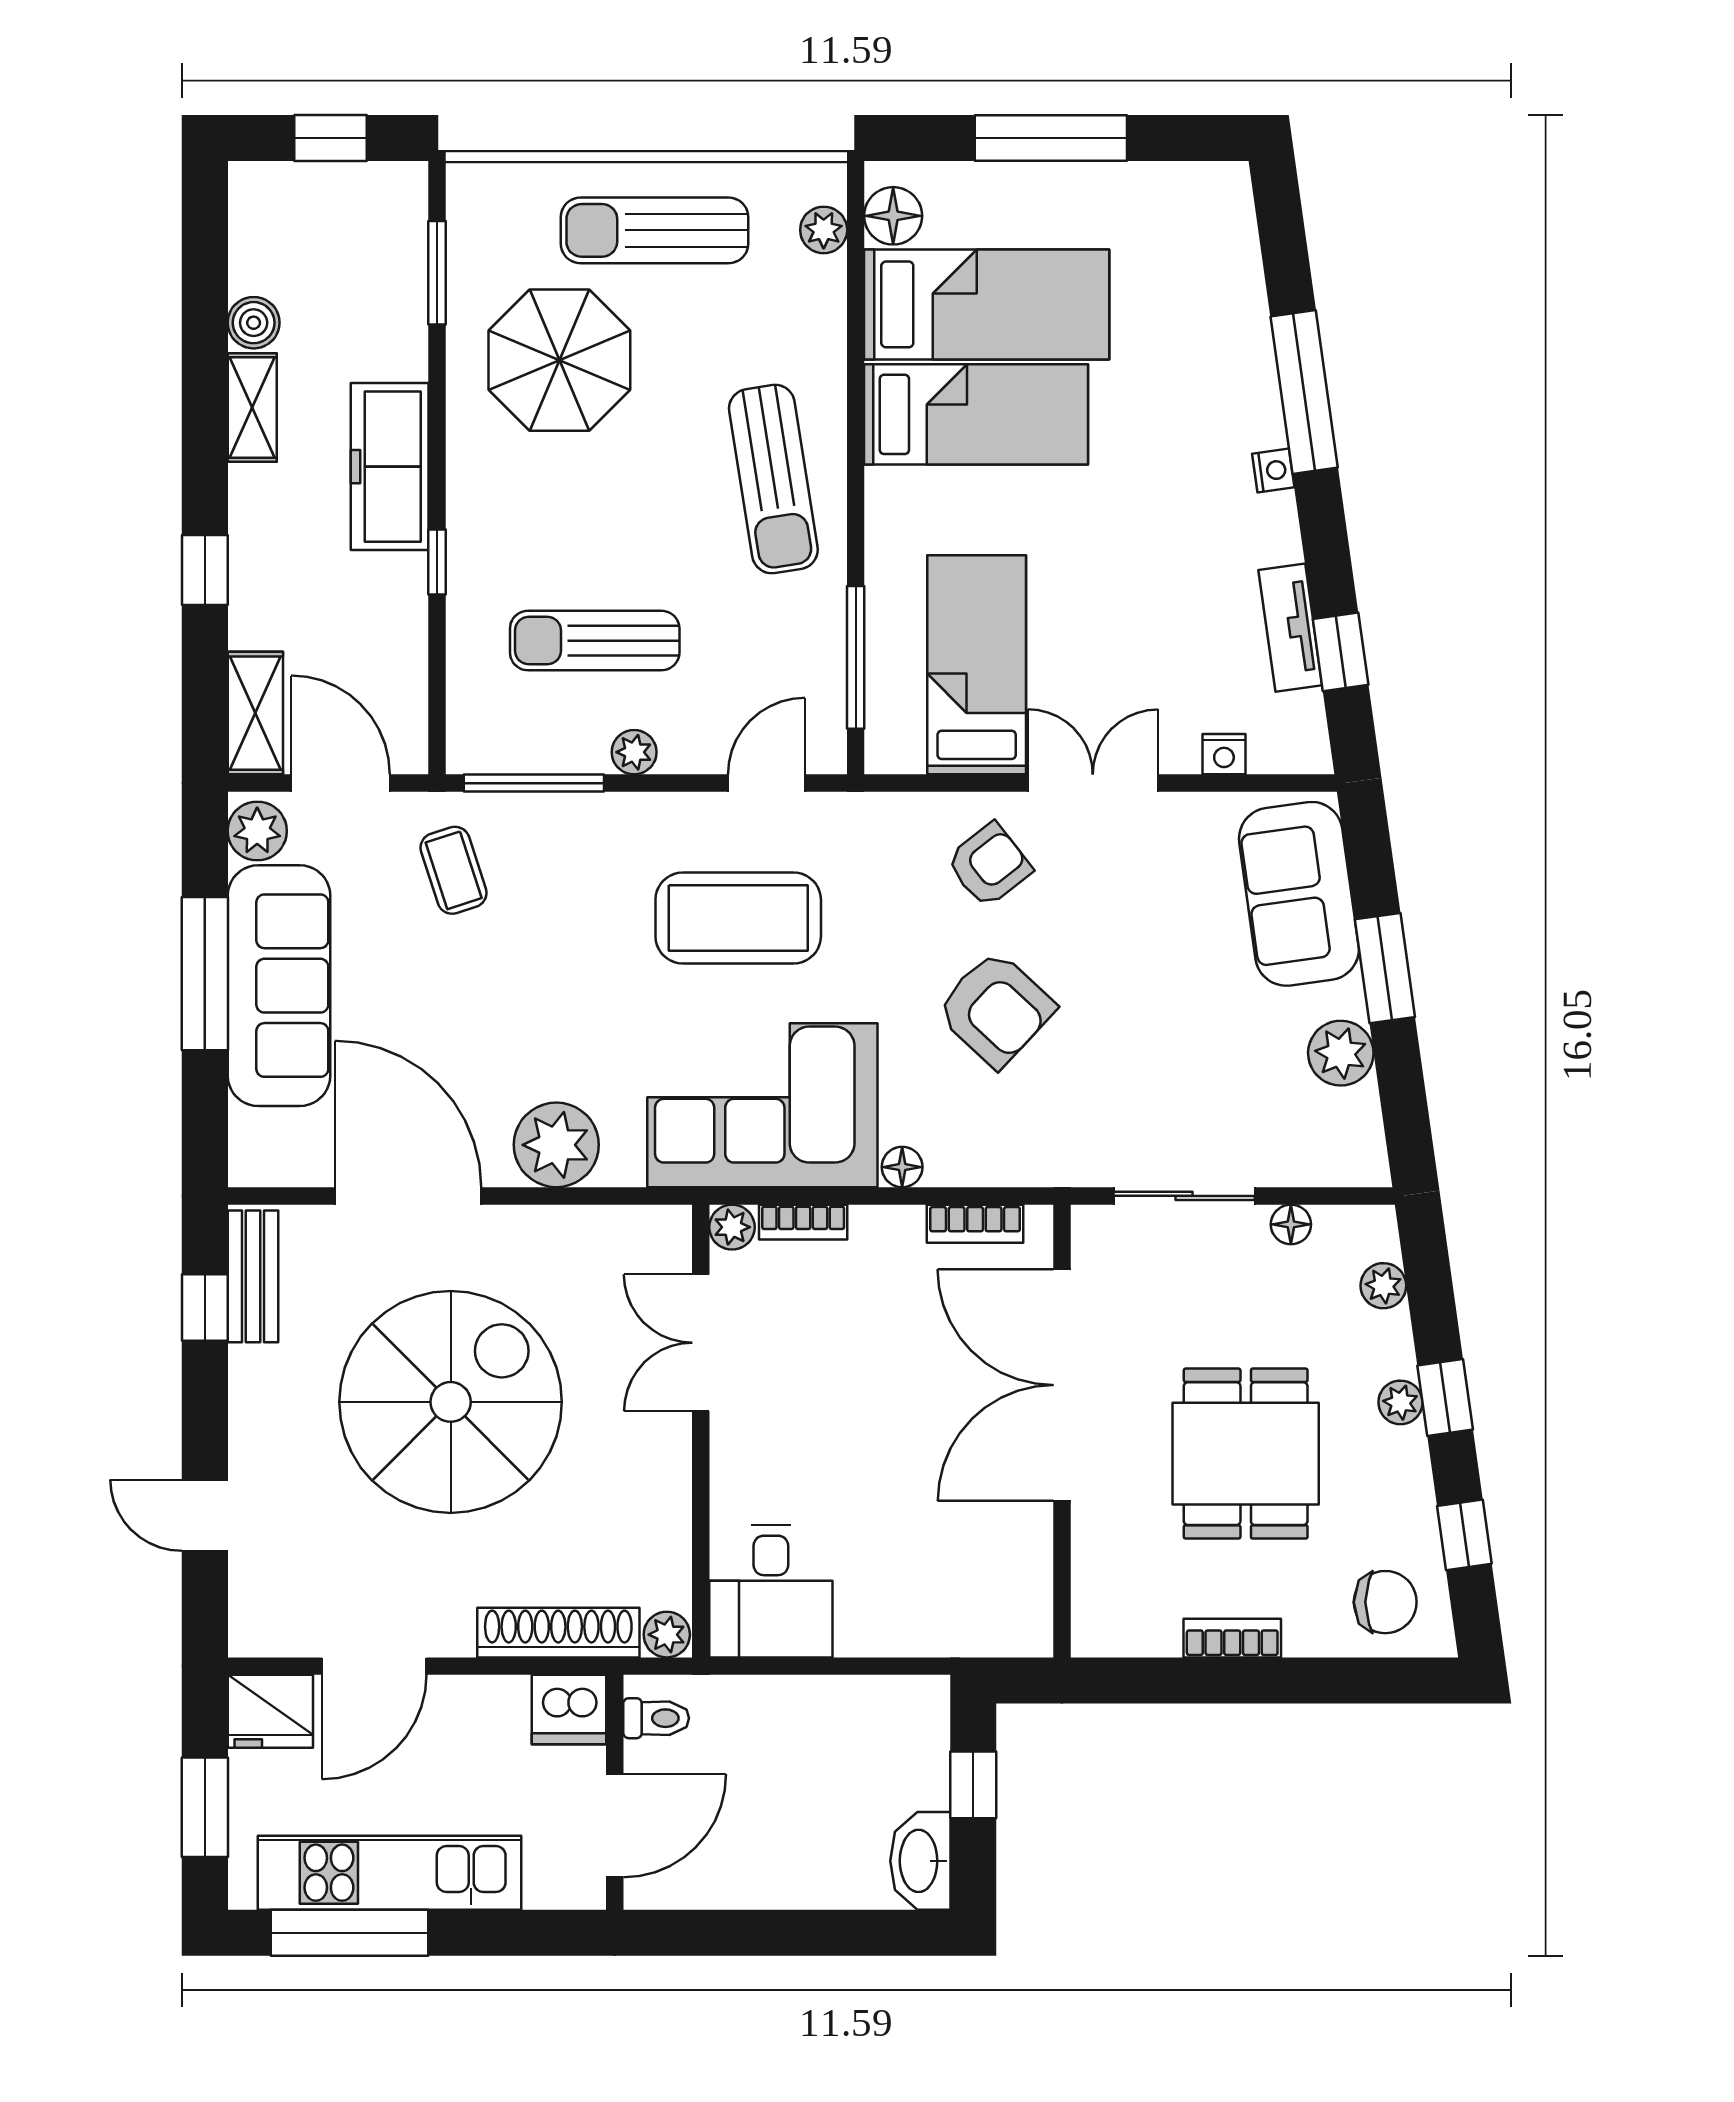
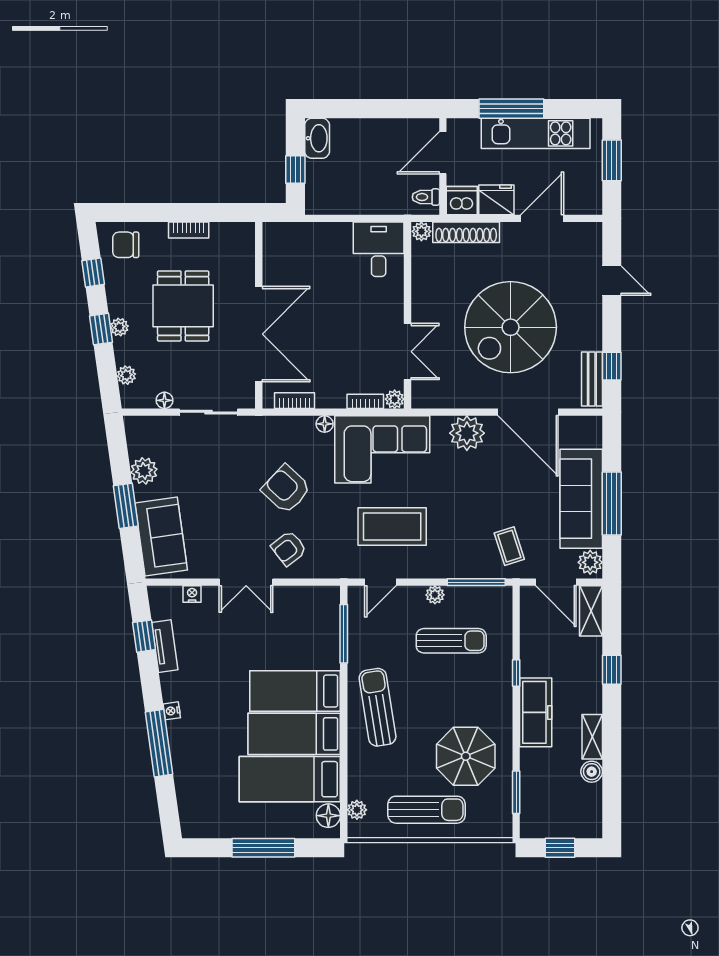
bed: (977, 665) -> (295, 691), moved, turned 90
fridge: (270, 1711) -> (496, 200), moved
window: (349, 1933) -> (511, 109), moved

